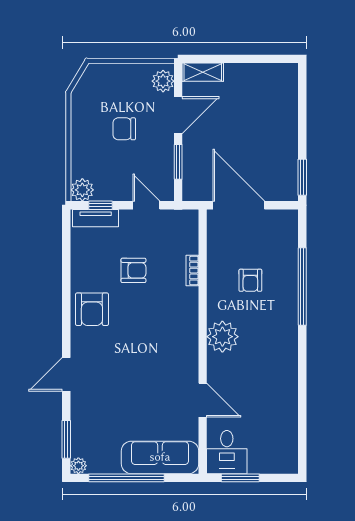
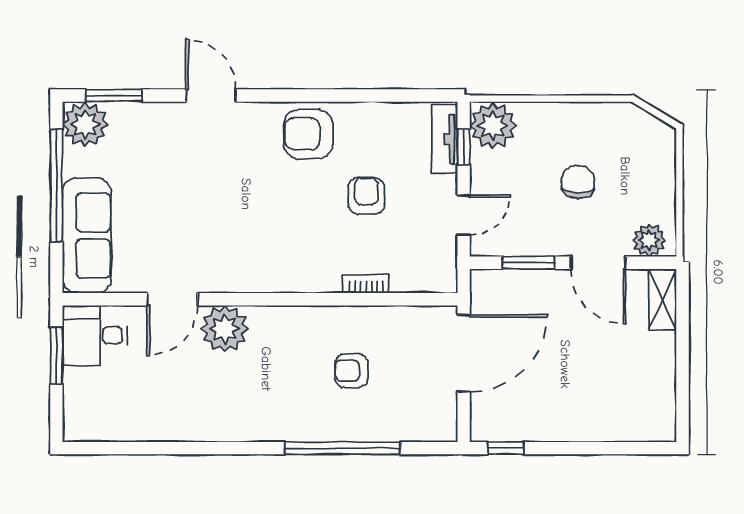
window: (302, 177) -> (506, 448), width x0.67
plant: (82, 190) -> (493, 126), width x1.36, depth x1.36
armchair: (133, 270) -> (366, 196), turned 180
plant: (222, 337) -> (225, 329), moved
plant: (78, 466) -> (85, 124), width x1.88, depth x1.88

